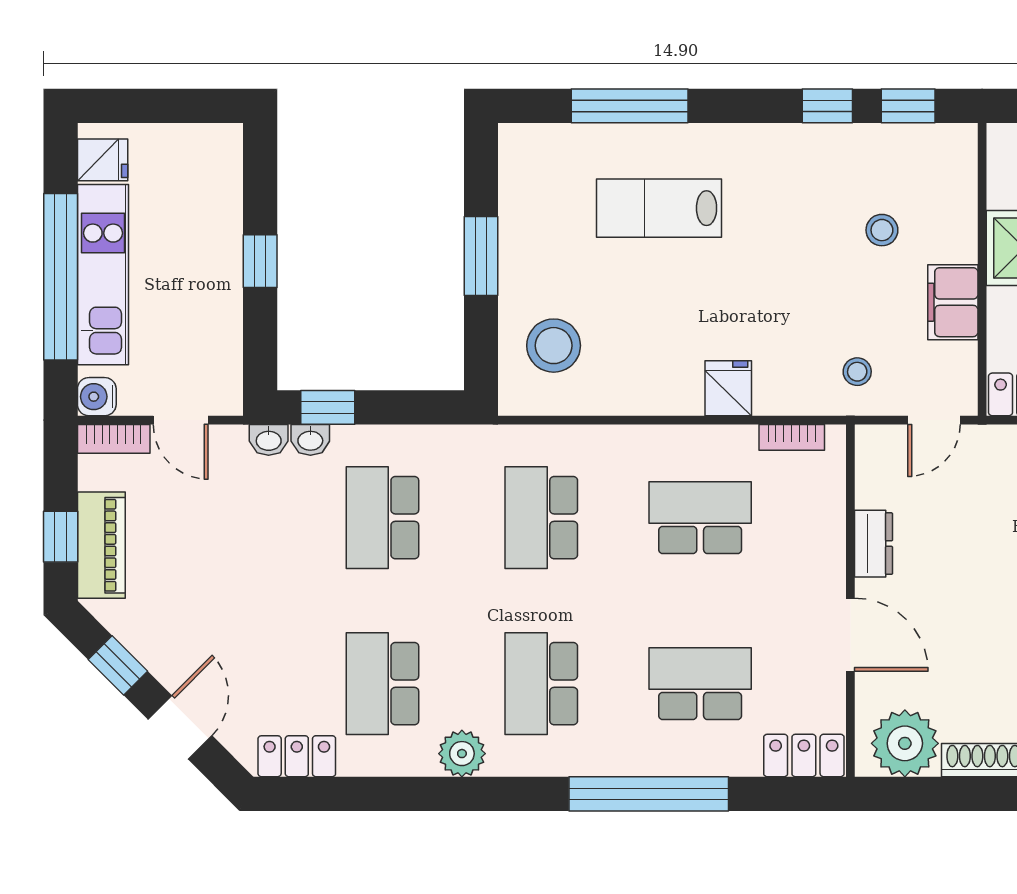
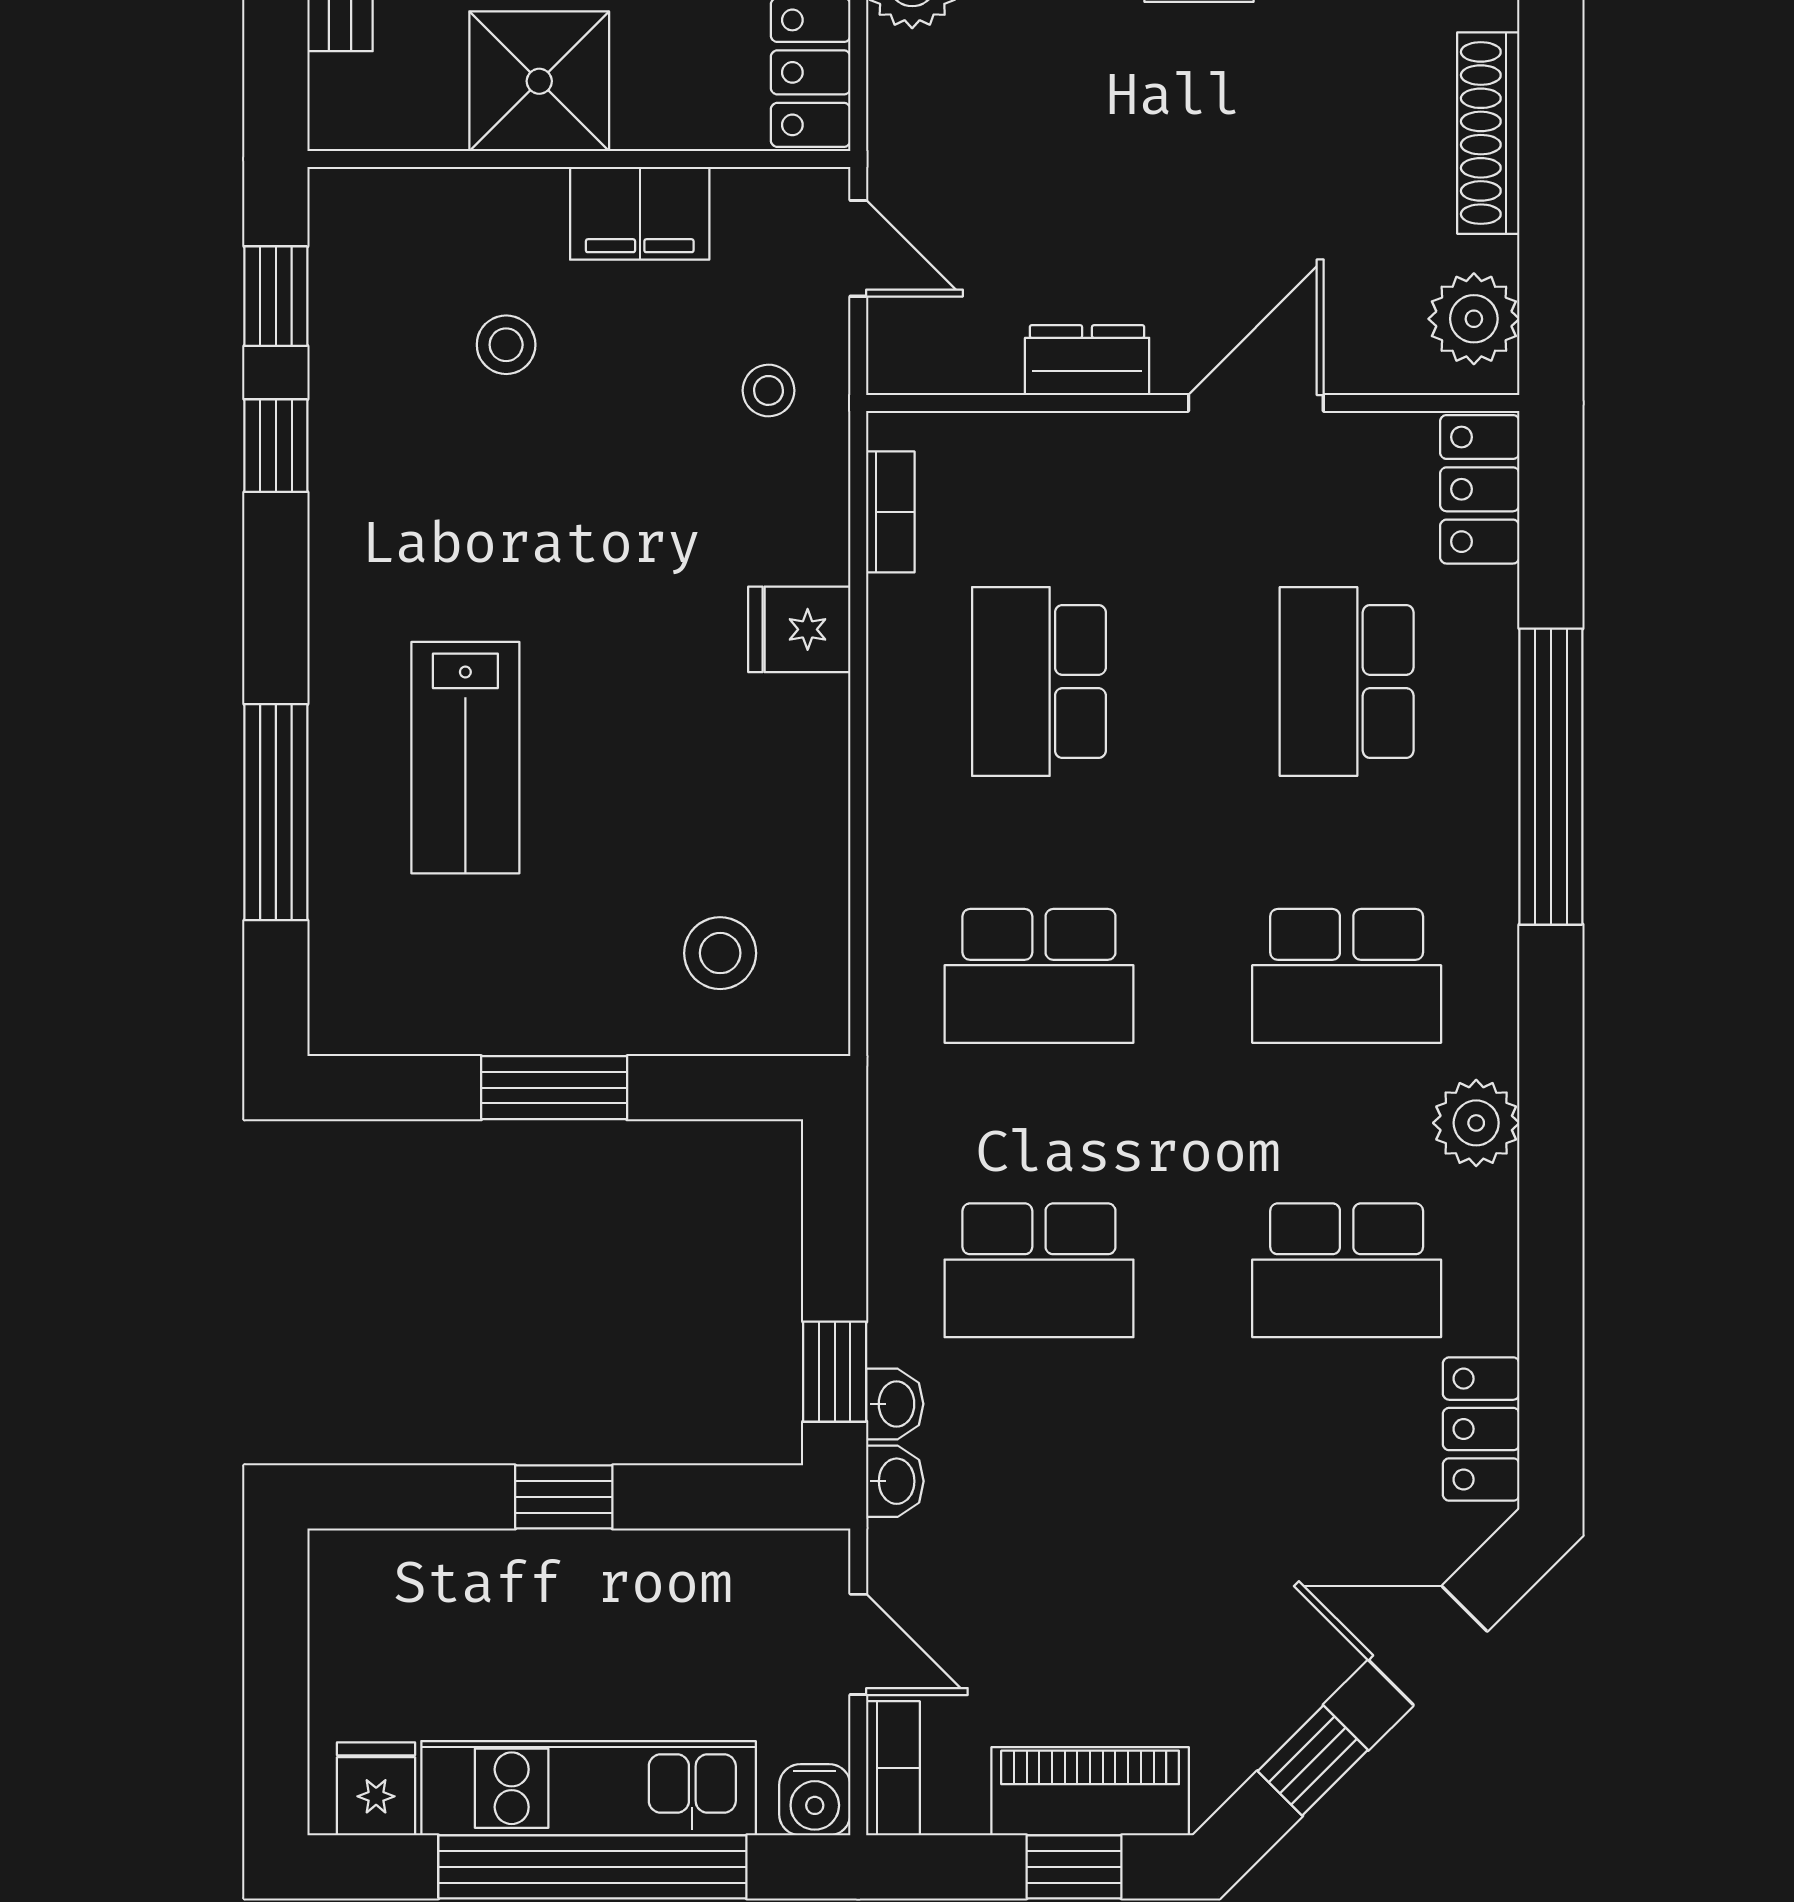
stool: (554, 346) -> (720, 953), width x0.73, depth x0.73
door: (181, 420) -> (858, 1644), hinge flipped
plant: (905, 743) -> (1474, 319), width x0.73, depth x0.73

